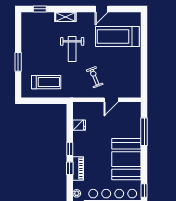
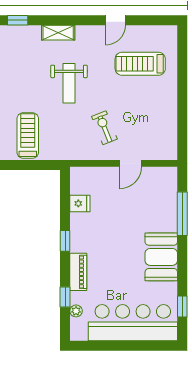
treadmill: (117, 37) -> (140, 64), width x0.73, depth x0.73
treadmill: (46, 82) -> (28, 136), turned -90
booth: (126, 159) -> (161, 257), width x0.73, depth x0.70
window: (70, 168) -> (65, 297), moved

